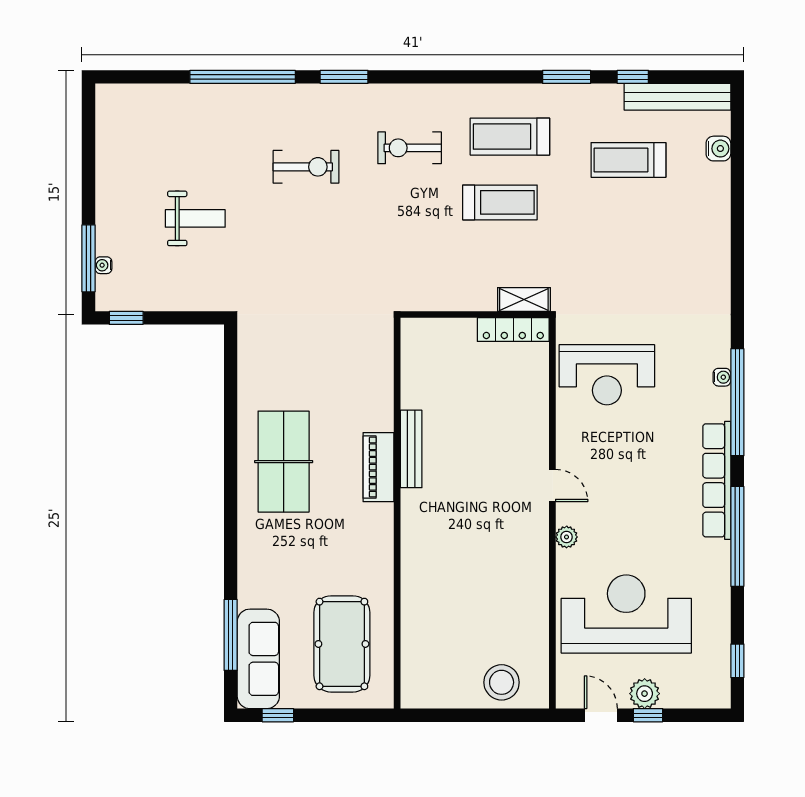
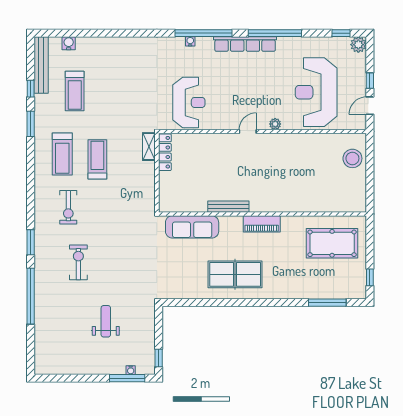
piano: (379, 467) -> (262, 224), moved
sofa: (258, 659) -> (192, 227), moved, turned 180
plant: (645, 694) -> (358, 45), moved

